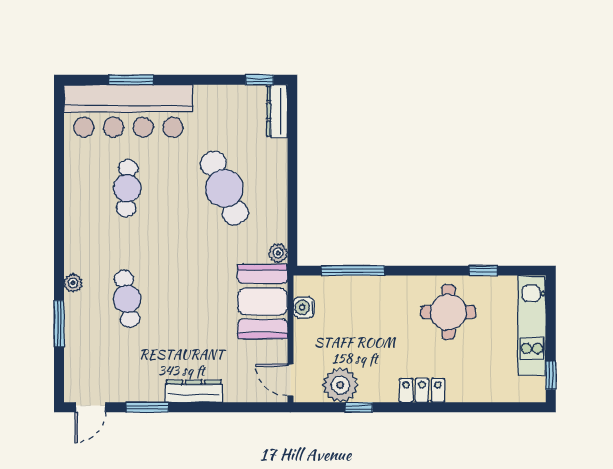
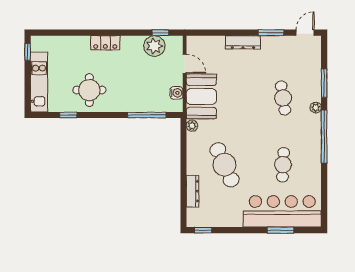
dresser: (277, 111) -> (193, 191), moved
window: (59, 235) -> (324, 137), added
door: (290, 380) -> (185, 64), moved
window: (359, 407) -> (160, 33), moved

